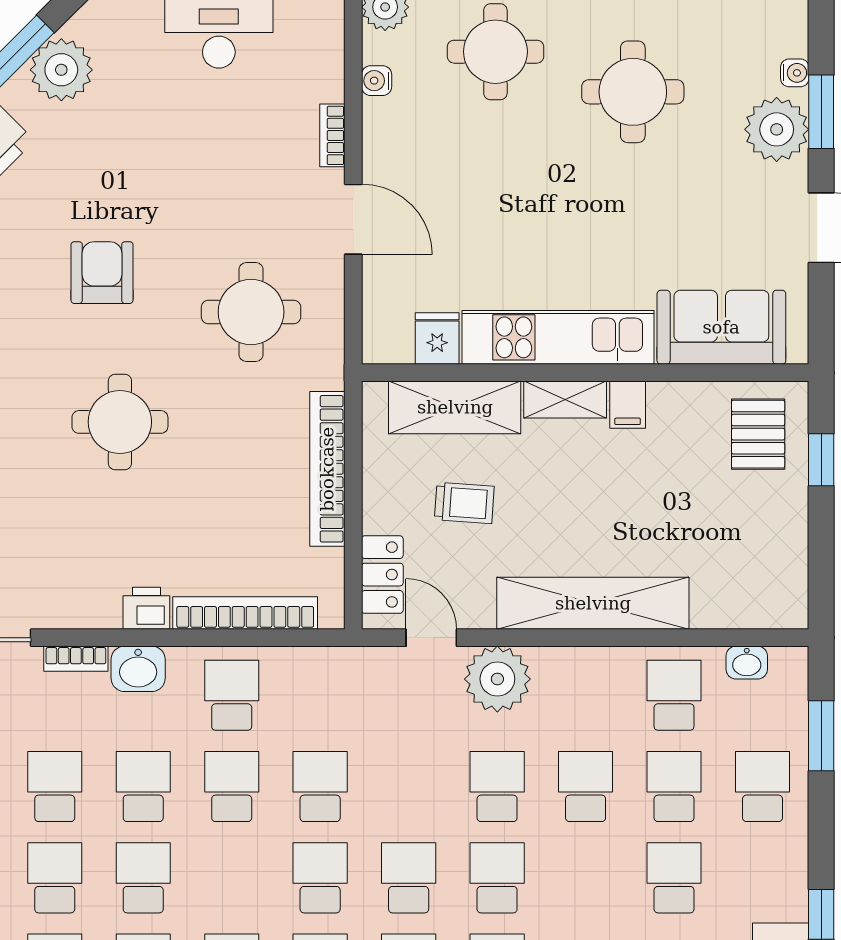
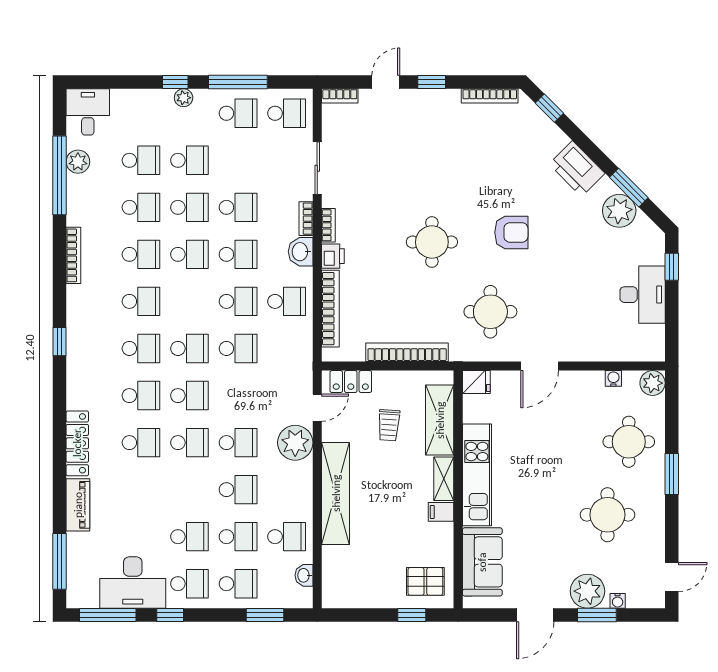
bookcase: (332, 135) -> (328, 225), moved, turned 90
fridge: (437, 339) -> (476, 382), moved
school desk: (763, 878) -> (189, 584), added

